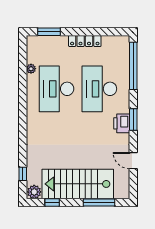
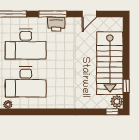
window: (133, 119) -> (53, 14), width x1.44
window: (23, 174) -> (112, 112), moved
window: (99, 202) -> (126, 44), removed

